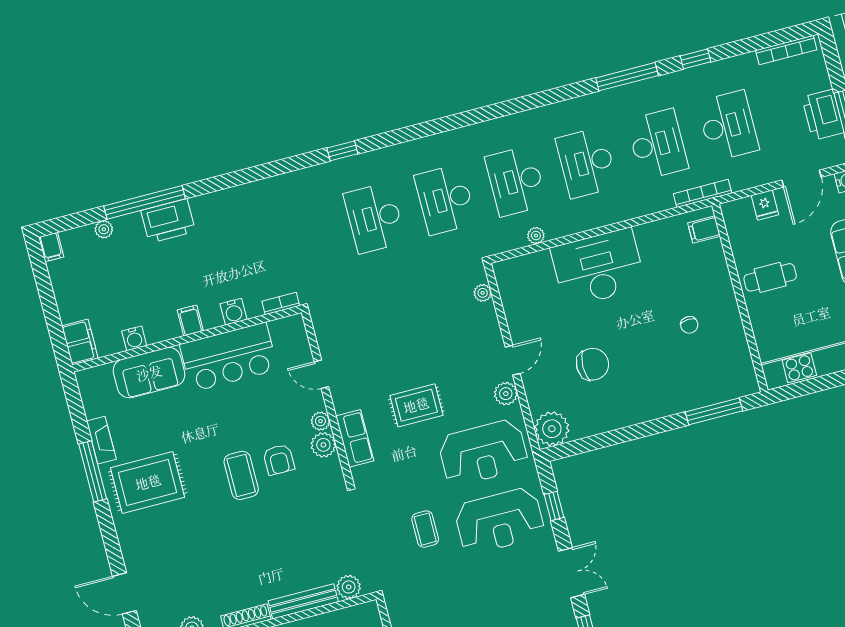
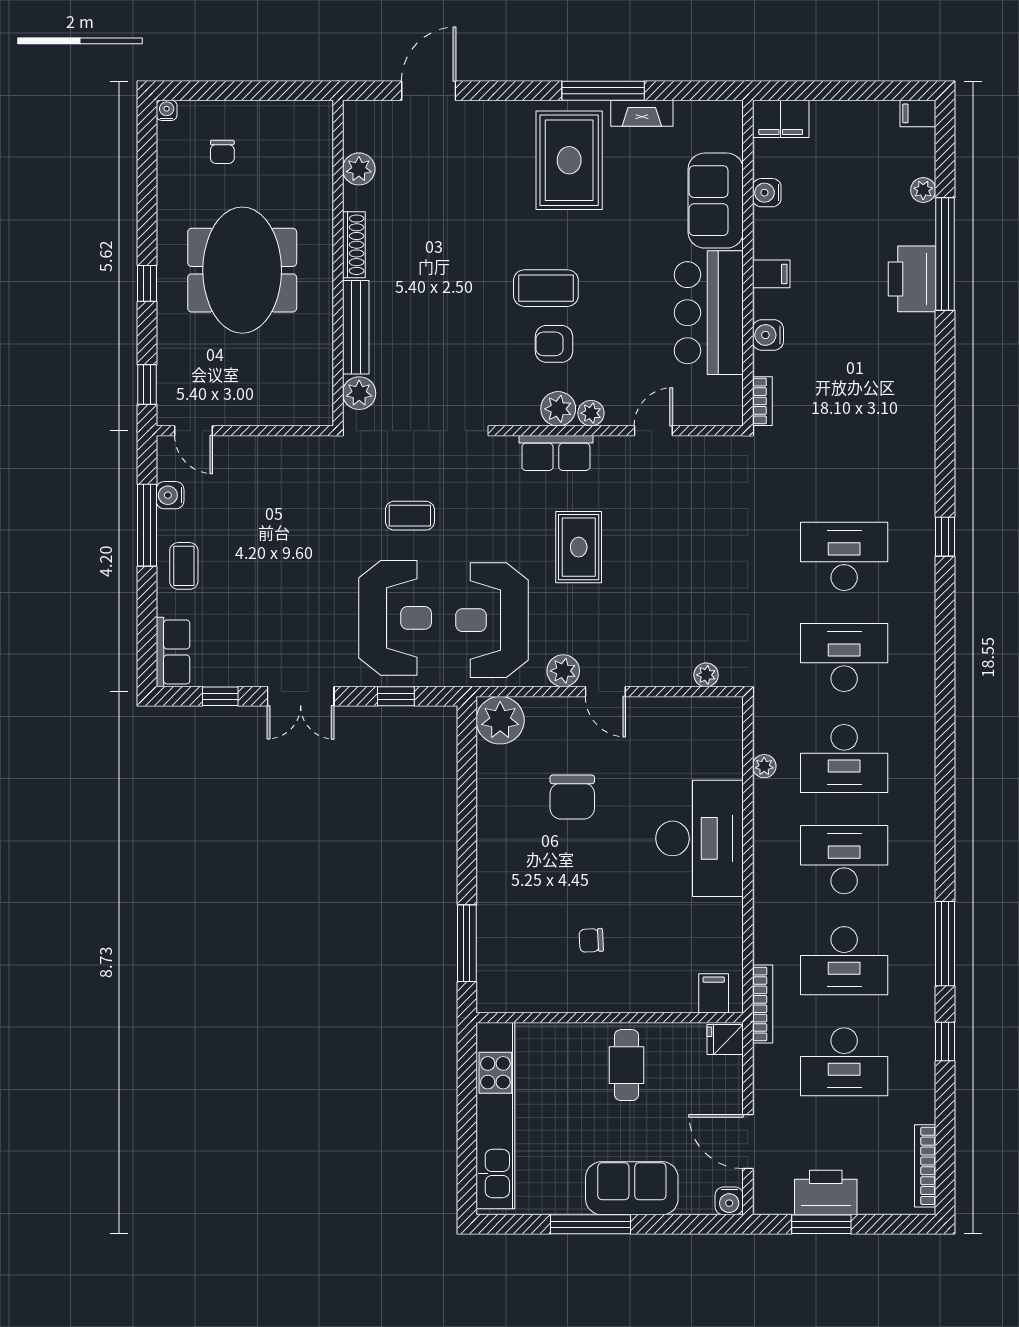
desk: (516, 181) -> (844, 759), turned 180
fridge: (765, 205) -> (725, 1040), moved
reception desk: (499, 521) -> (395, 618), turned 180

